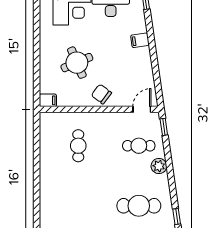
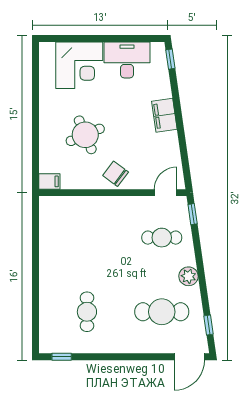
filing cabinet: (140, 40) -> (164, 115), width x2.00
cafe table: (78, 146) -> (87, 312), moved
plant: (159, 166) -> (189, 276), moved

